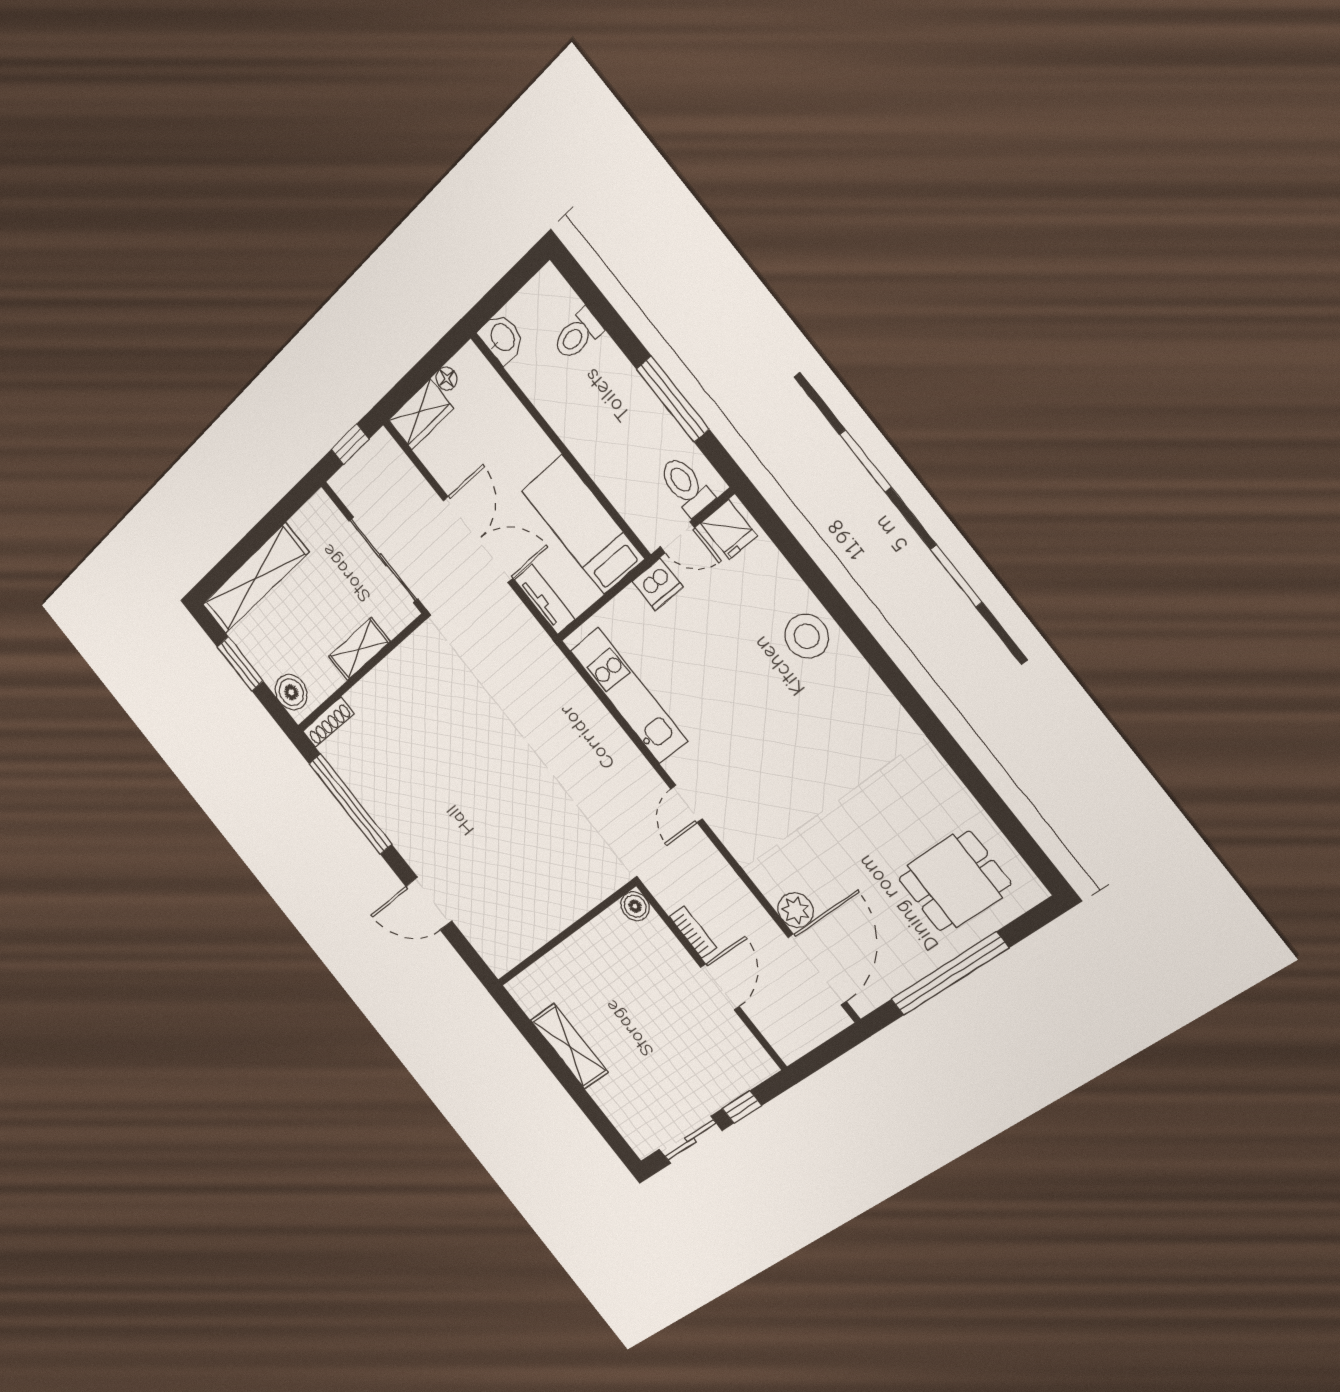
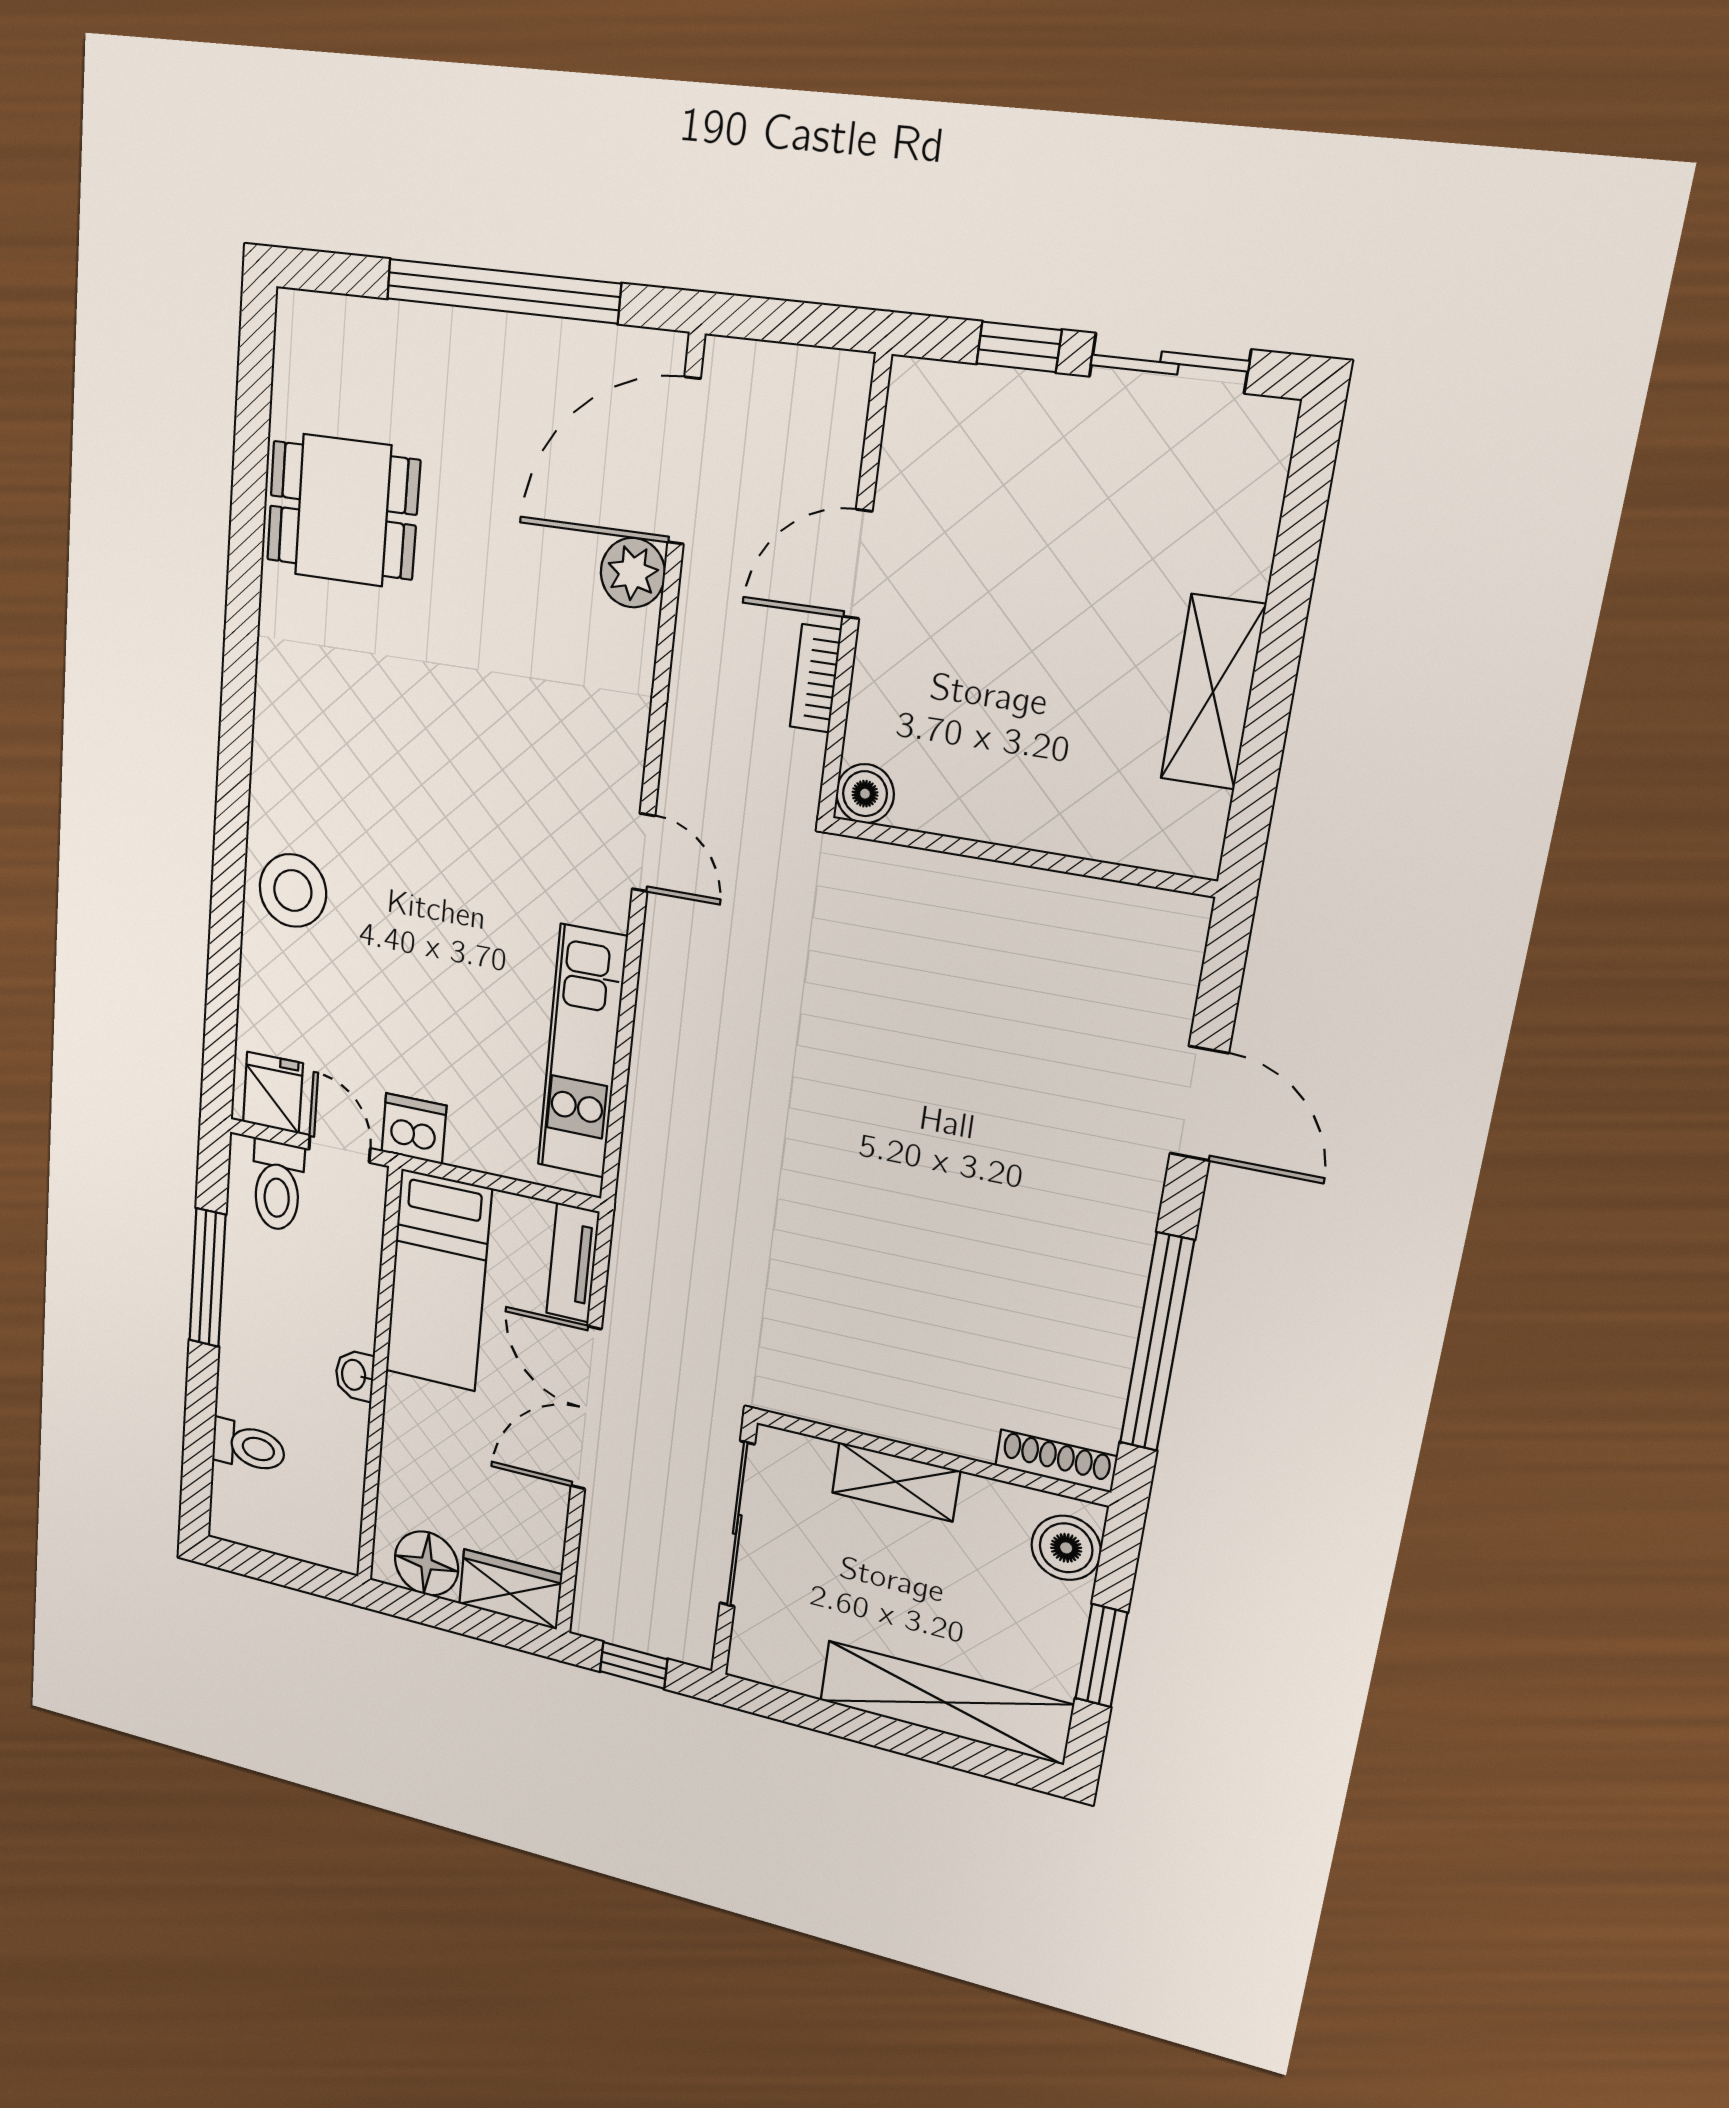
washbasin: (502, 338) -> (355, 1375), moved, width x0.72, depth x0.69
floor lamp: (446, 378) -> (426, 1563), width x1.89, depth x1.89
door: (686, 804) -> (644, 852), hinge flipped
dining table: (955, 881) -> (343, 510), moved

